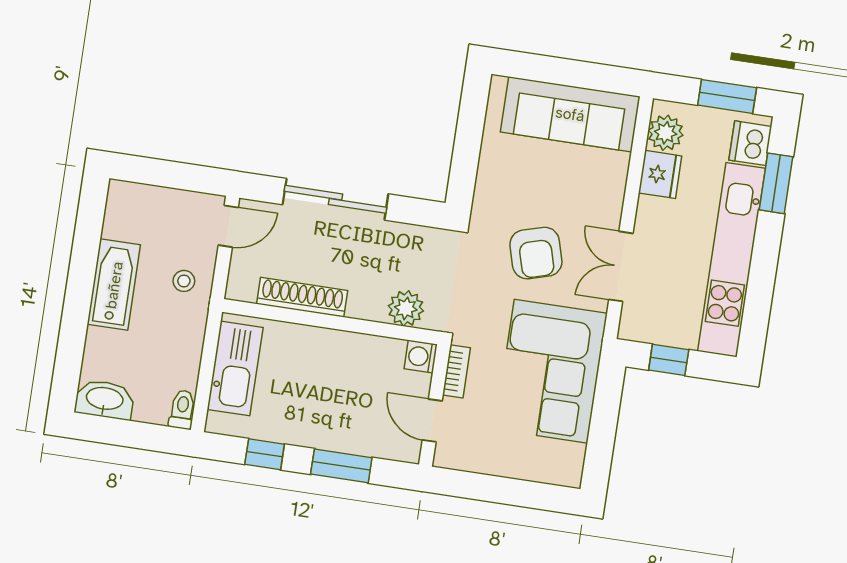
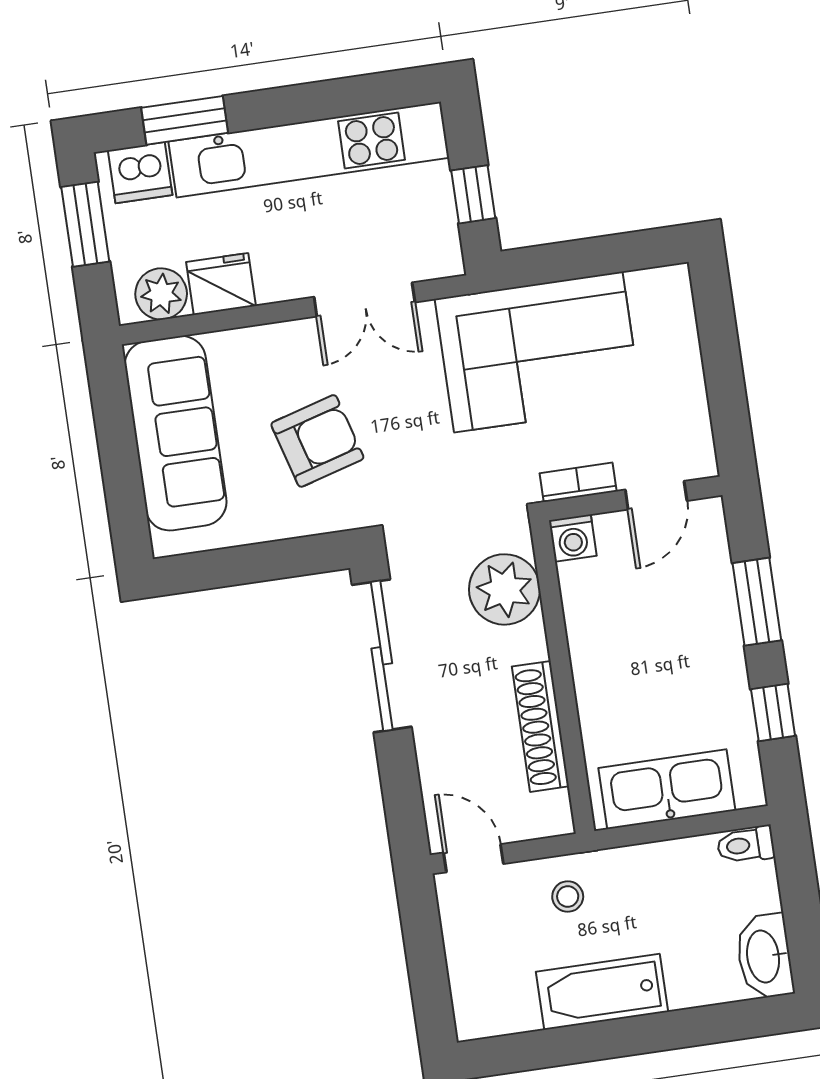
sliding door: (335, 199) -> (382, 656), moved
armchair: (536, 253) -> (317, 441), moved
plant: (406, 308) -> (504, 589), width x1.36, depth x1.36

